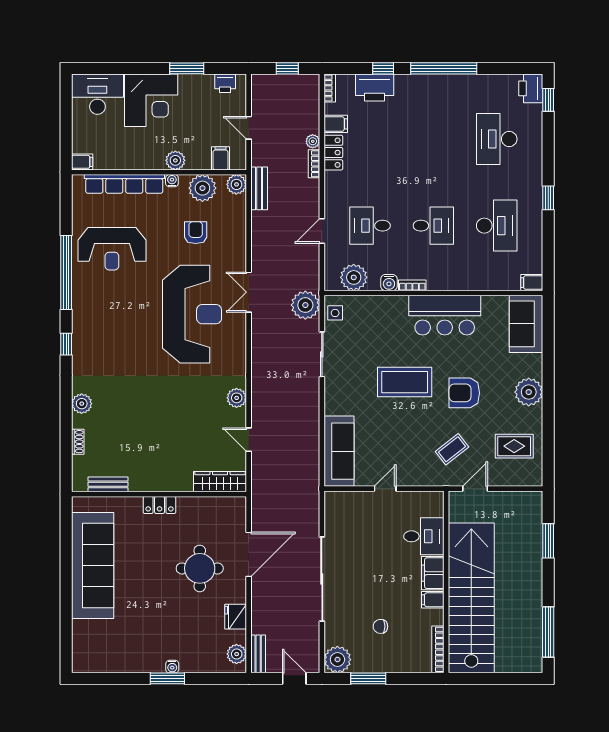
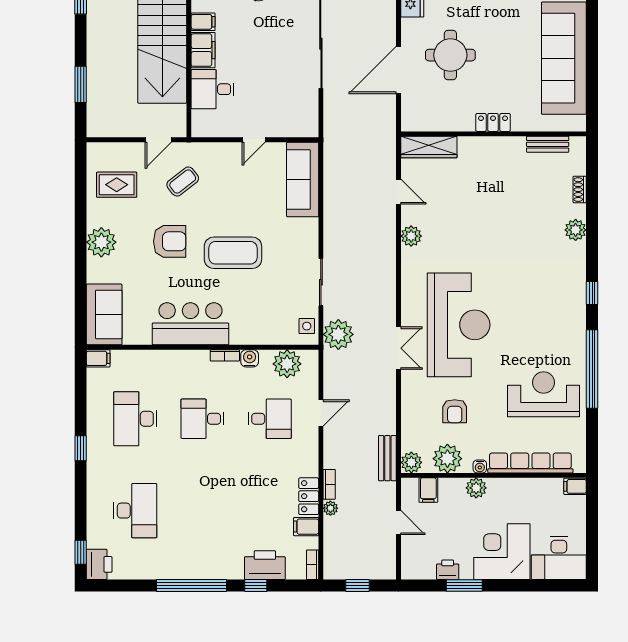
printer: (225, 83) -> (448, 570), moved
reception desk: (192, 314) -> (459, 325), turned 180

